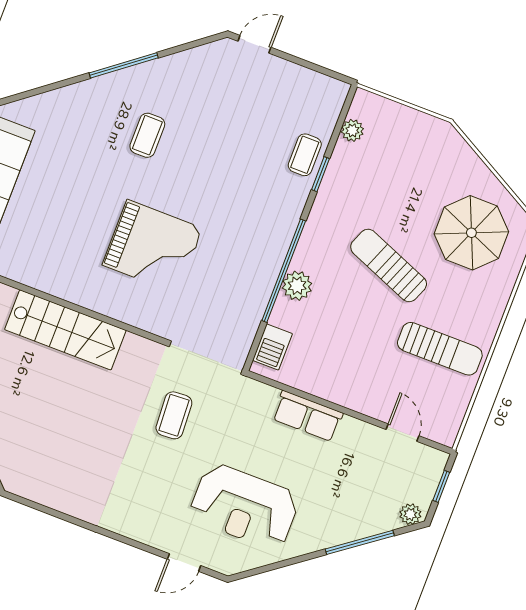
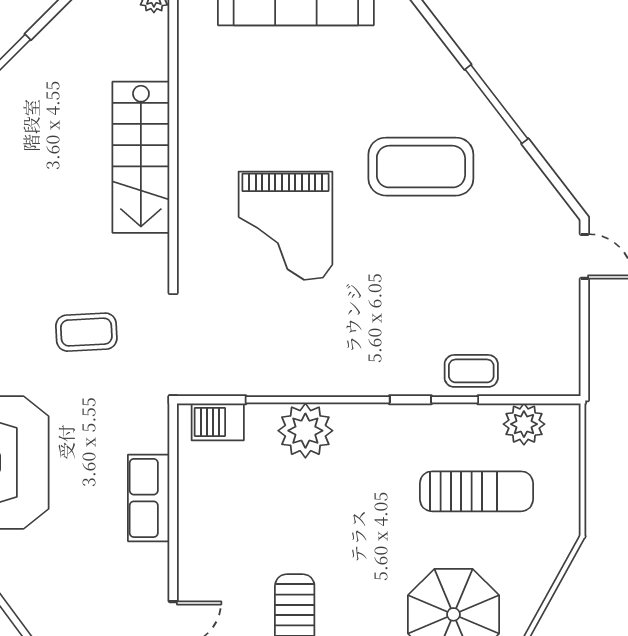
plant: (352, 130) -> (524, 424), width x1.38, depth x1.38
coffee table: (147, 135) -> (421, 167), width x1.86, depth x1.72
sun lounger: (389, 265) -> (476, 491), moved, turned 68
plant: (297, 286) -> (305, 431), width x1.36, depth x1.36

